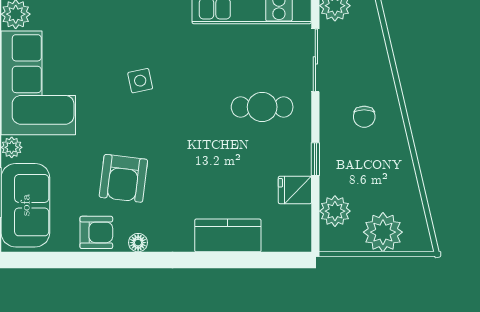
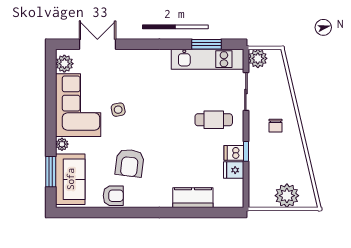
side table: (140, 81) -> (118, 110), moved
dishwasher: (295, 162) -> (234, 153), added
plant: (335, 211) -> (258, 183), removed
floor lamp: (138, 243) -> (139, 202), removed

